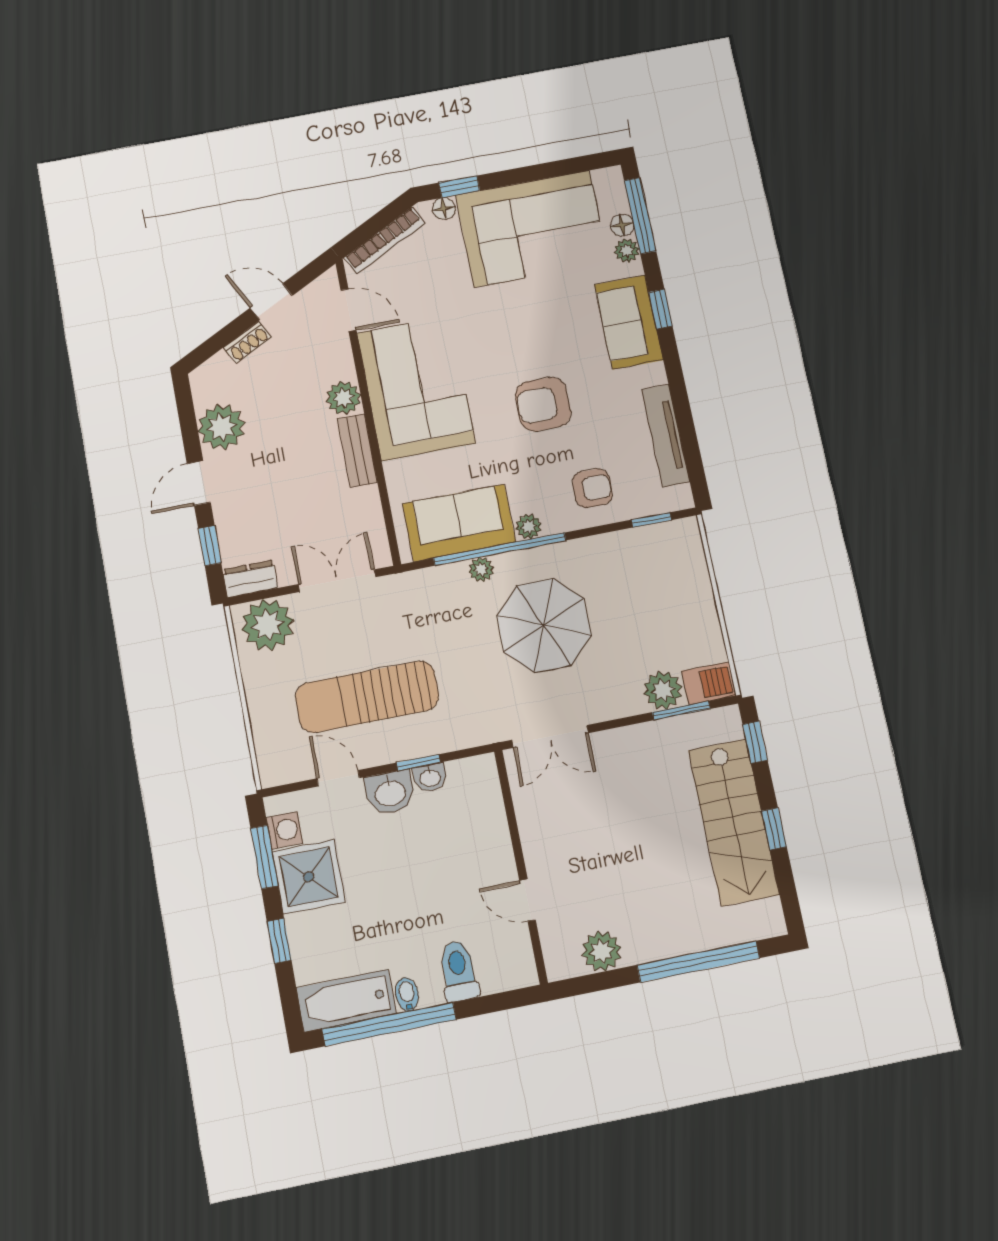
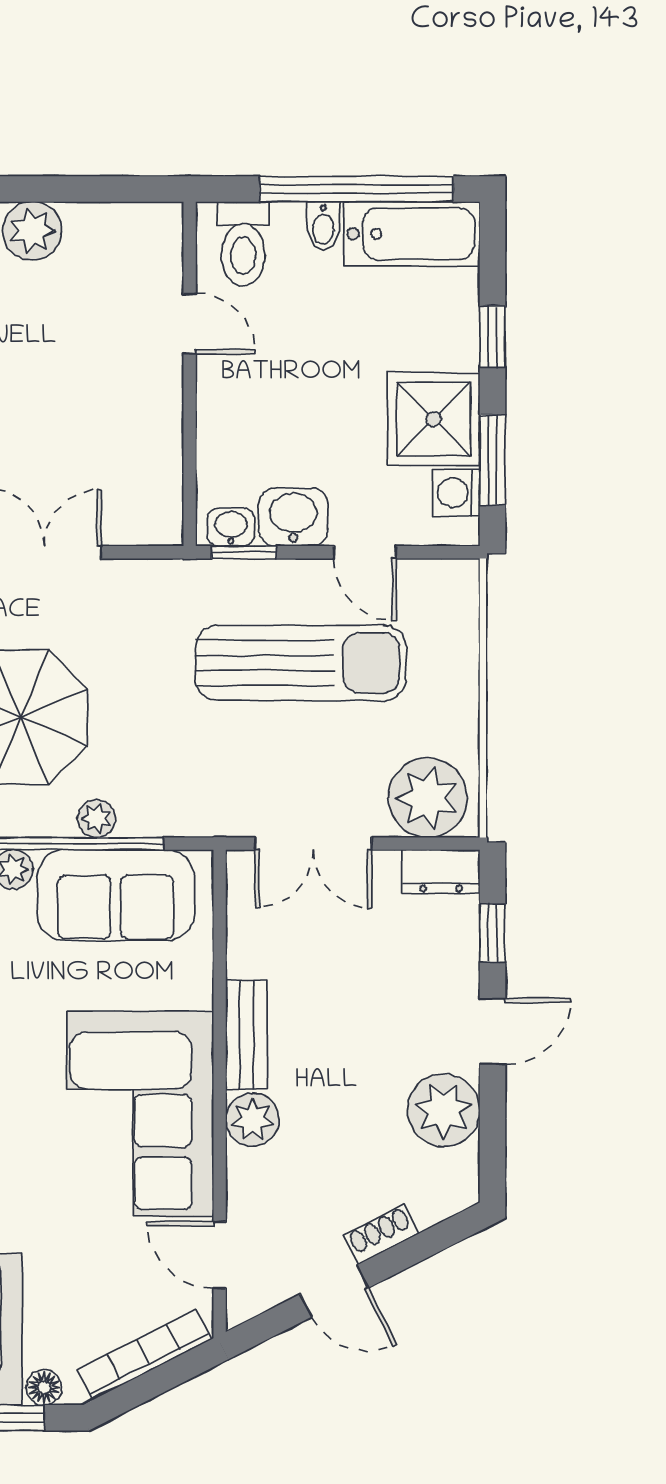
wall: (521, 866) -> (190, 374), moved
door: (528, 900) -> (190, 324), moved

